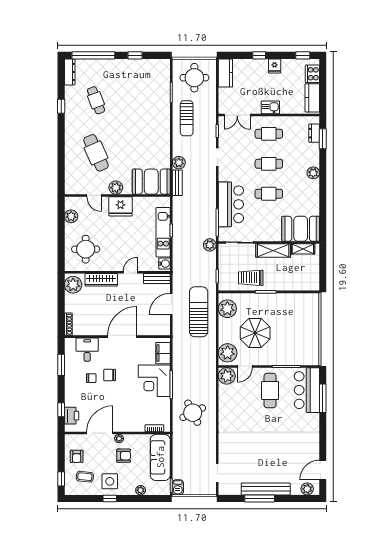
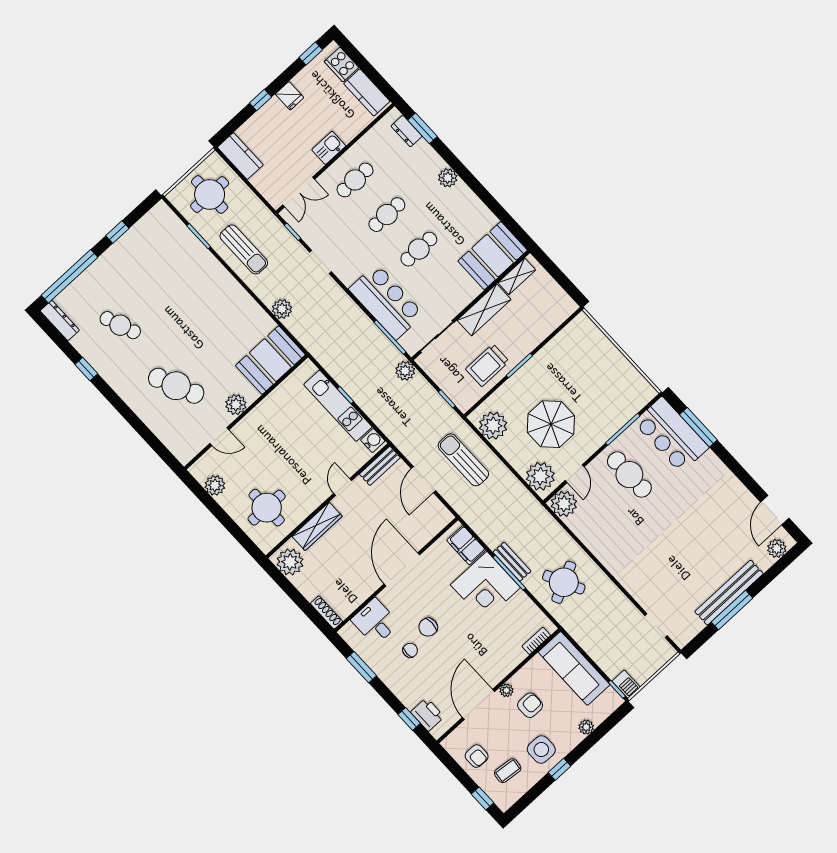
bench: (177, 183) -> (512, 562), moved
fridge: (120, 206) -> (261, 421), removed
sun lounger: (199, 312) -> (463, 460), width x0.73, depth x0.75

